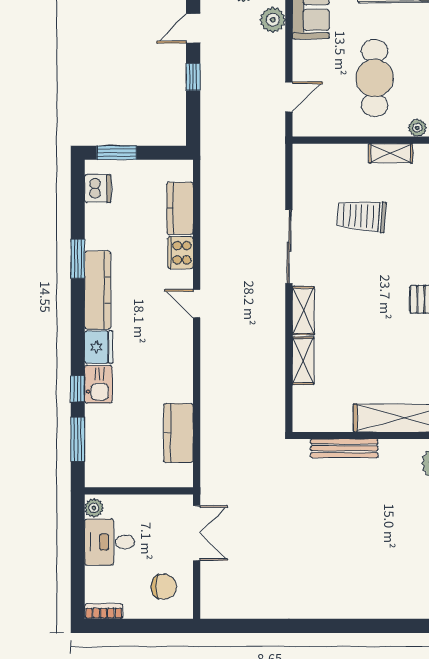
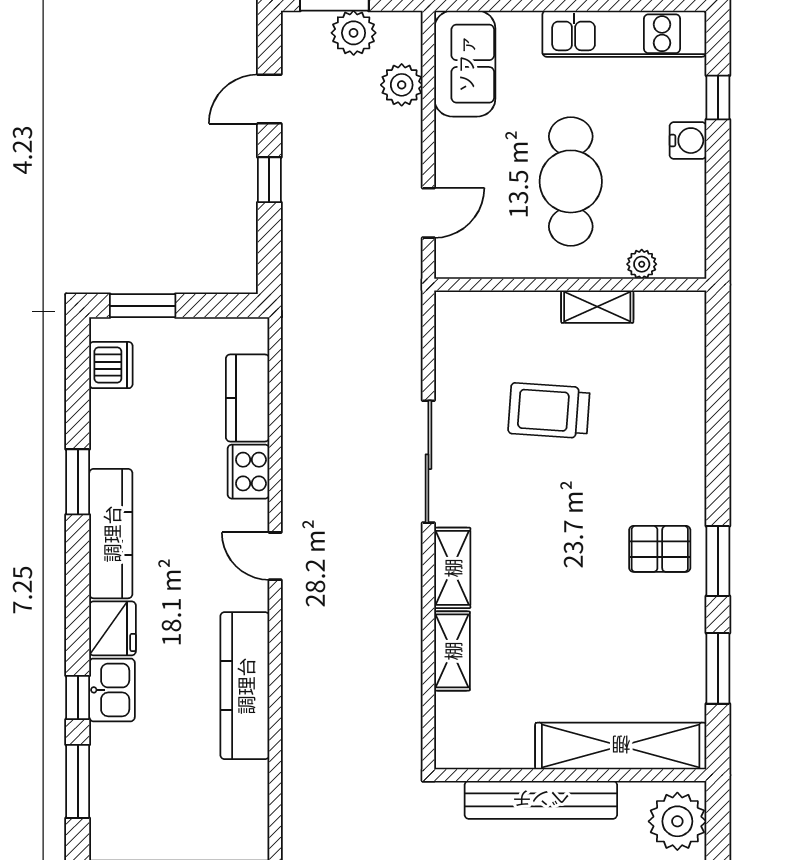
kitchen counter: (178, 433) -> (245, 686), moved, width x1.50
bench: (344, 448) -> (541, 800), width x1.37, depth x1.21

